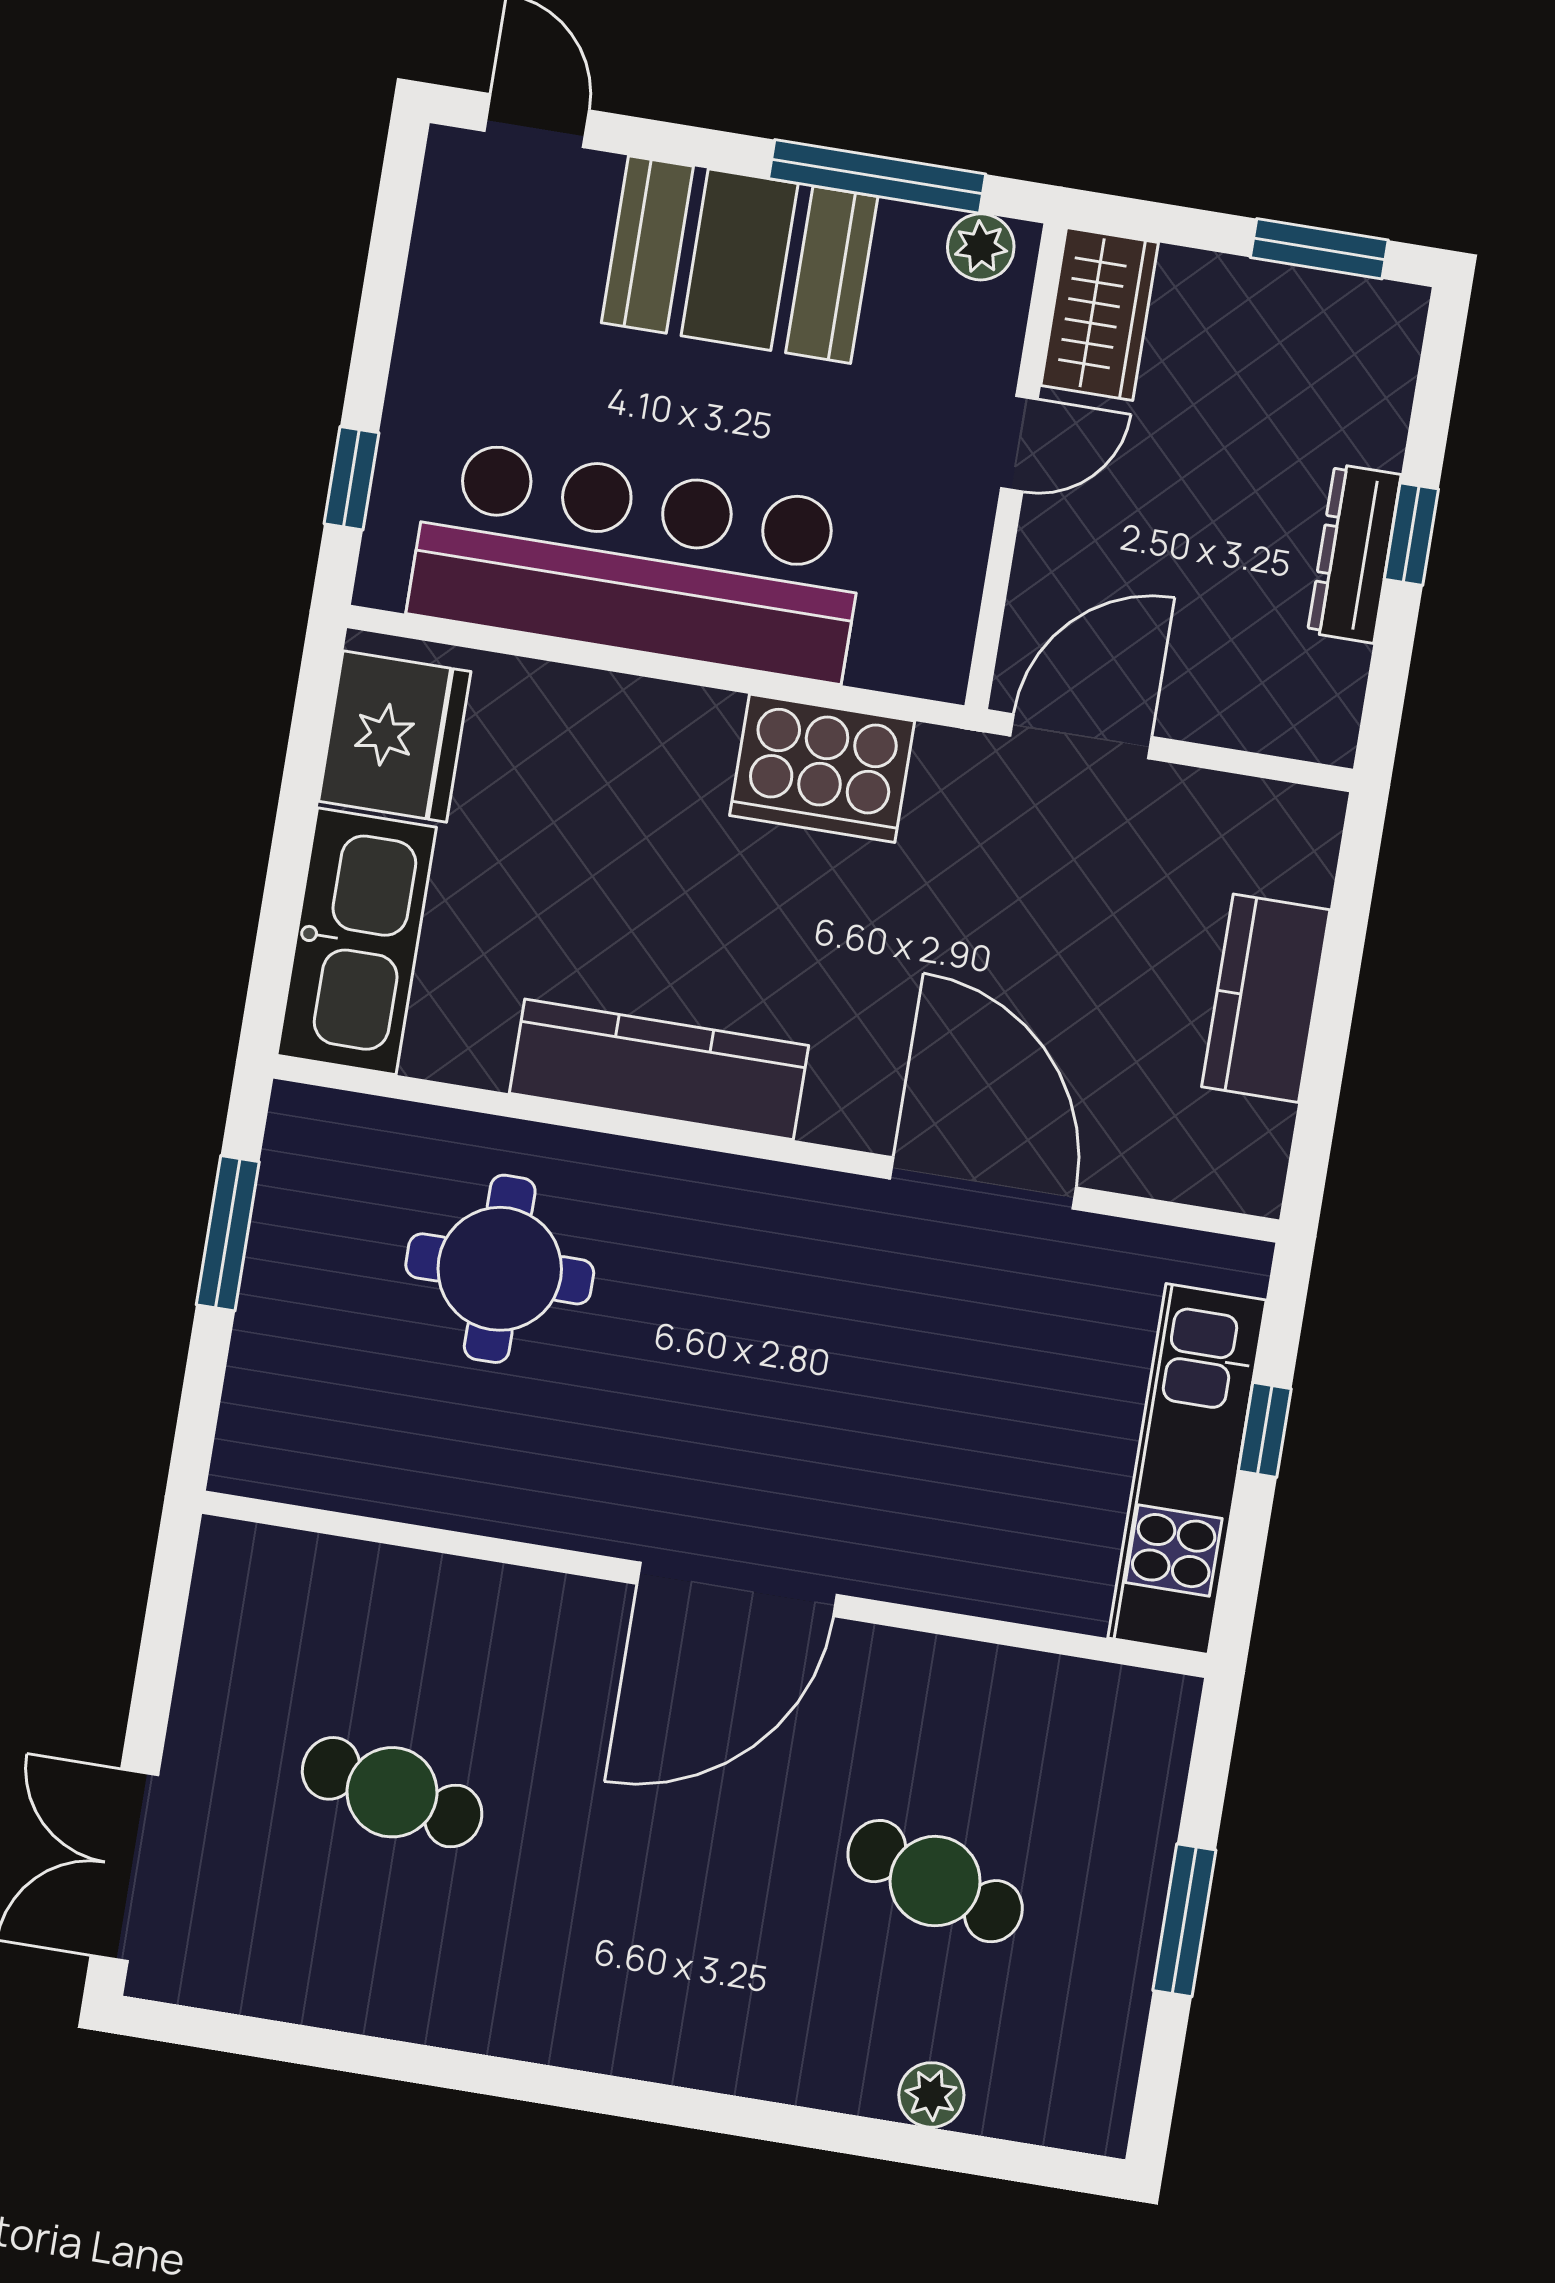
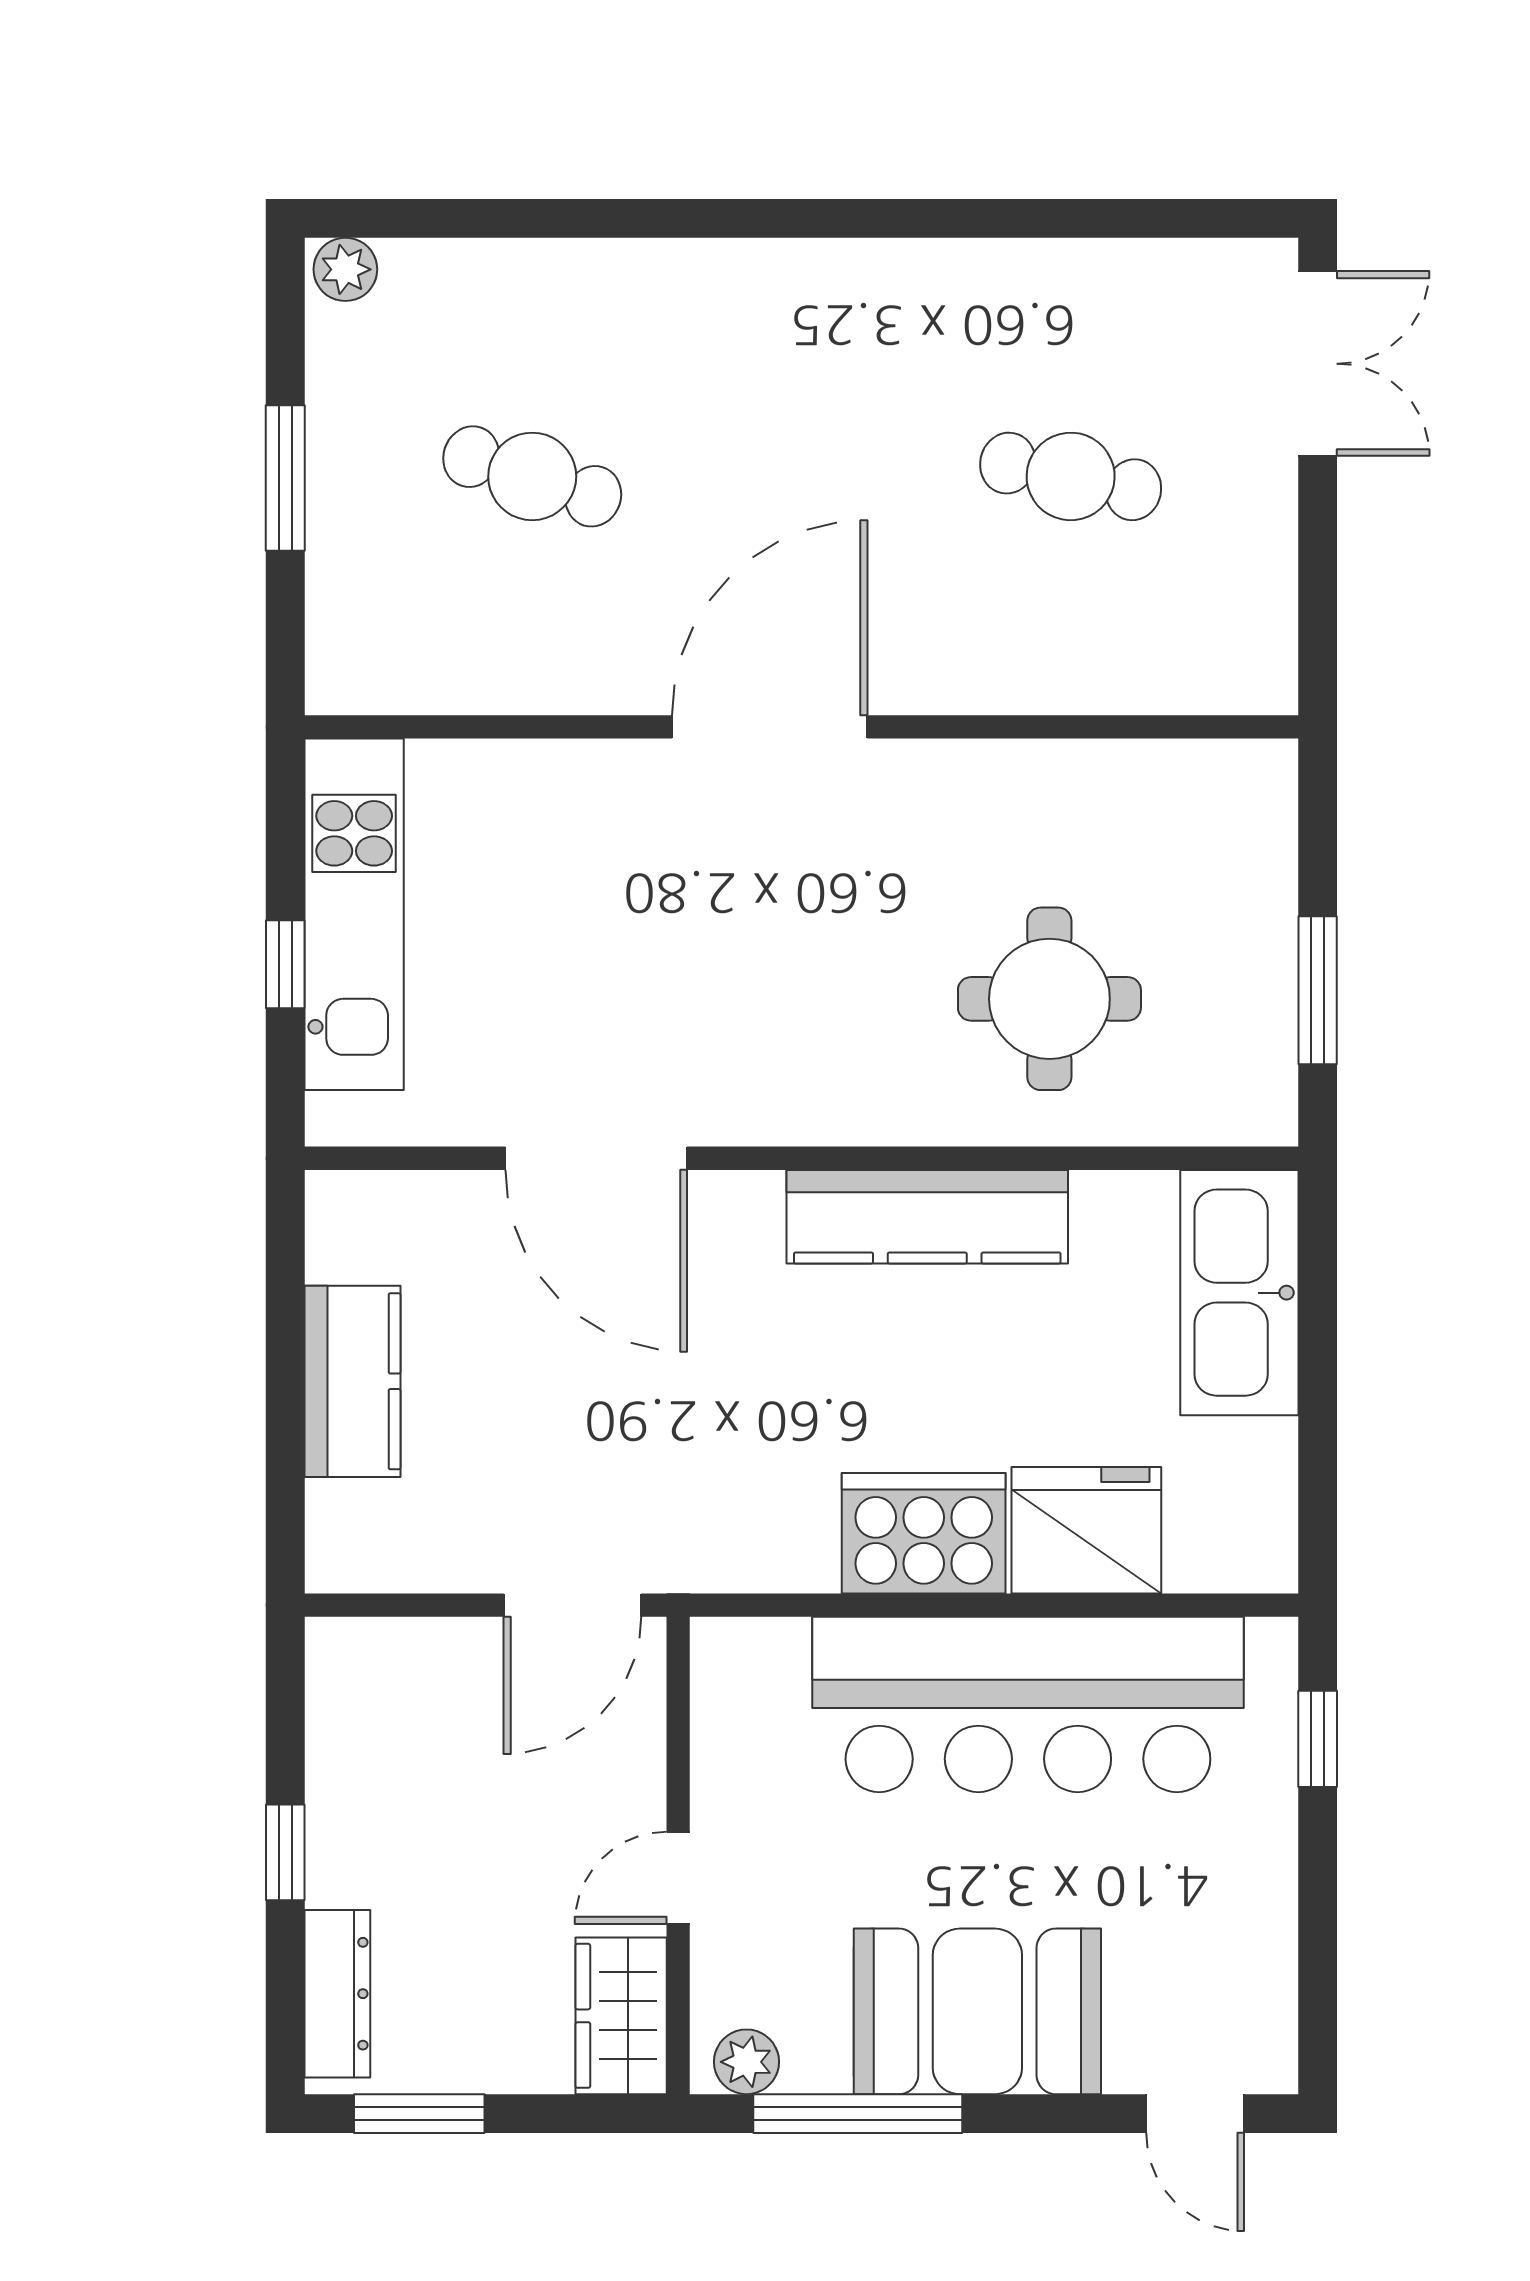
dresser: (1354, 554) -> (337, 1994), moved
fridge: (395, 736) -> (1086, 1530), moved, turned 90
cooker: (822, 768) -> (924, 1533), moved
plant: (931, 2095) -> (345, 269), moved

